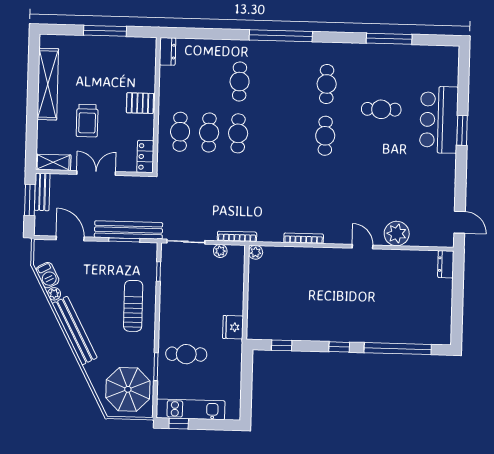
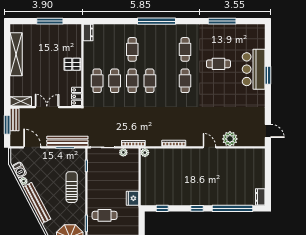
trolley: (87, 121) -> (41, 76), removed
cafe table: (267, 134) -> (150, 81), added
dresser: (446, 264) -> (260, 197), moved

